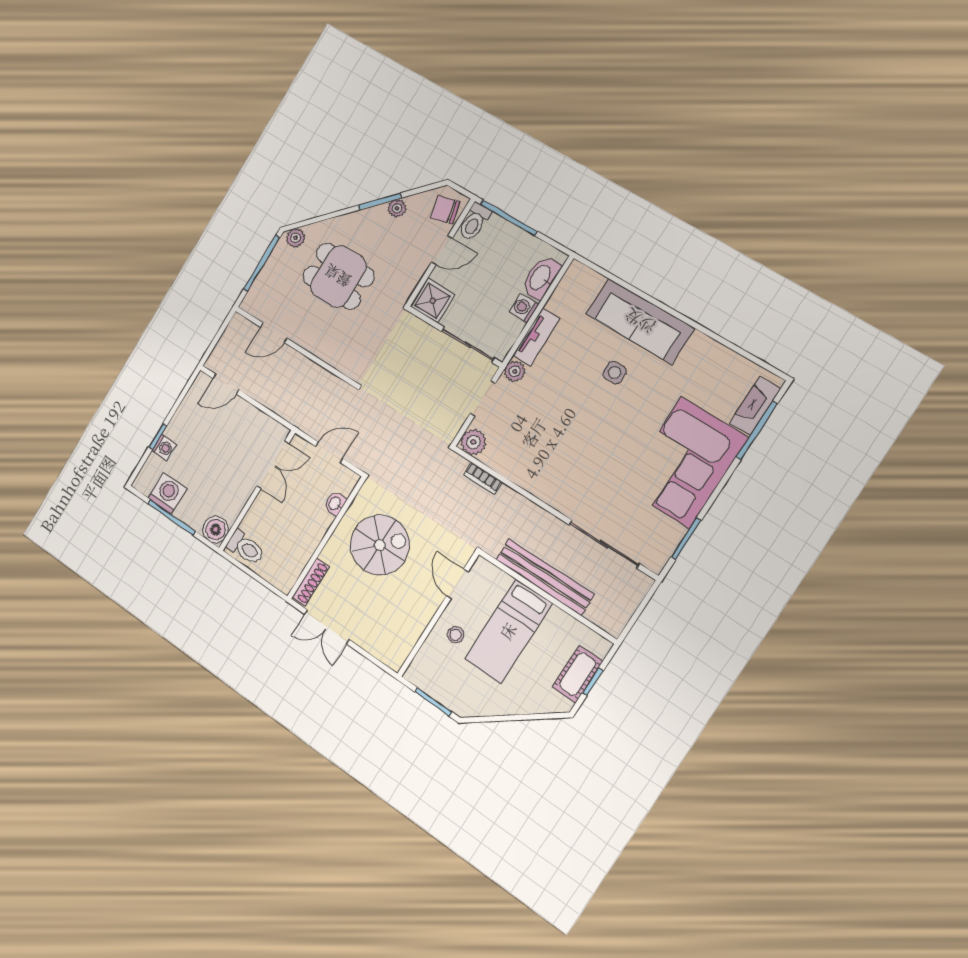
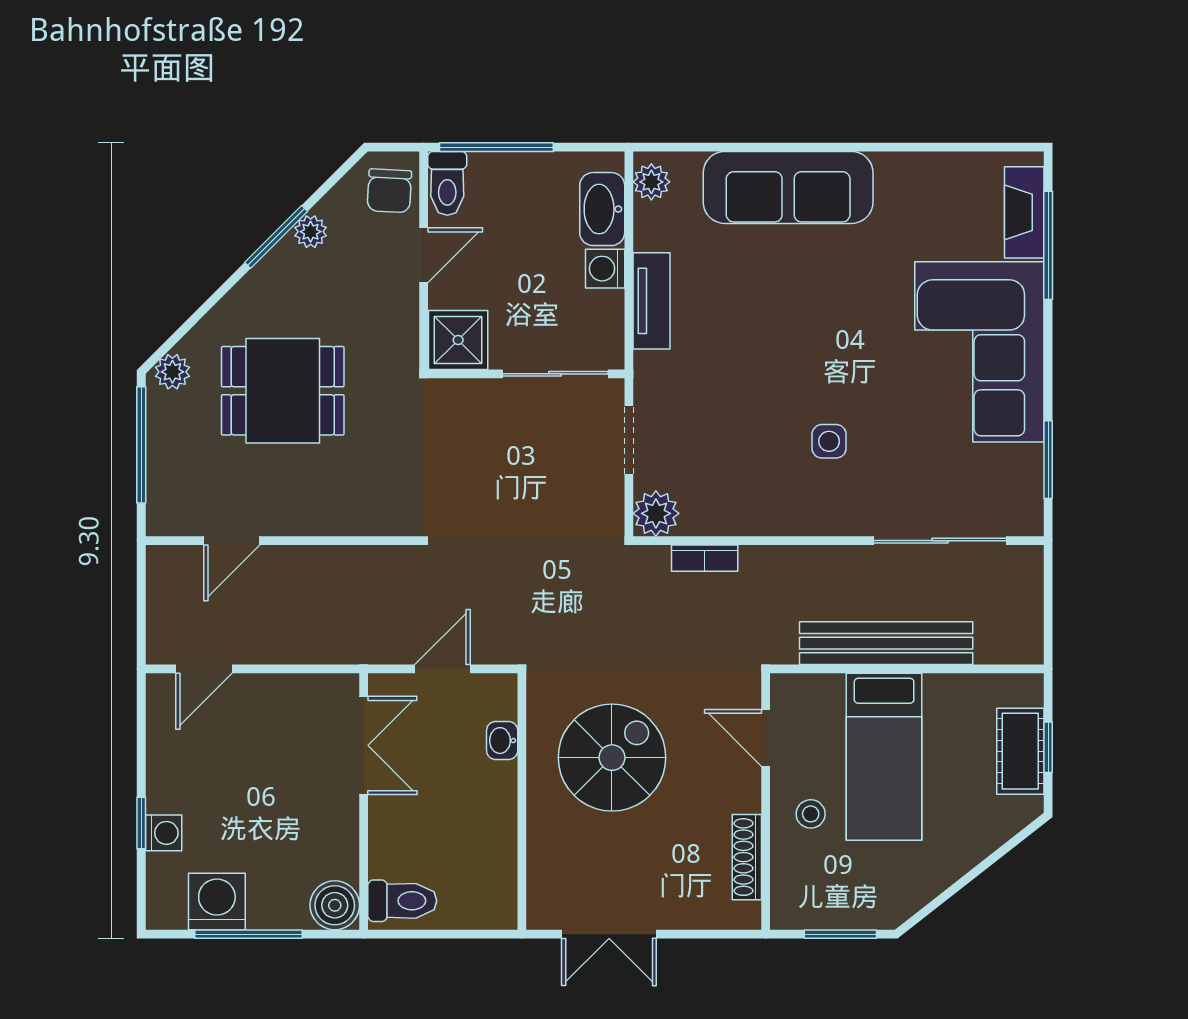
chair: (445, 210) -> (389, 191), turned -73
plant: (515, 371) -> (651, 182), moved
side table: (615, 373) -> (829, 441), moved
shoe rack: (311, 582) -> (747, 857), moved, turned 180

